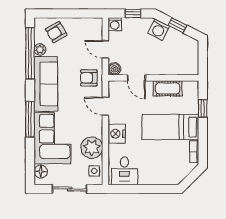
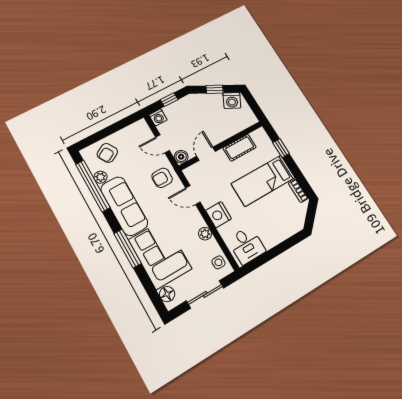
washing machine: (159, 30) -> (232, 100), moved
door: (136, 78) -> (206, 154), swing flipped
plant: (92, 148) -> (205, 234), width x0.53, depth x0.53

